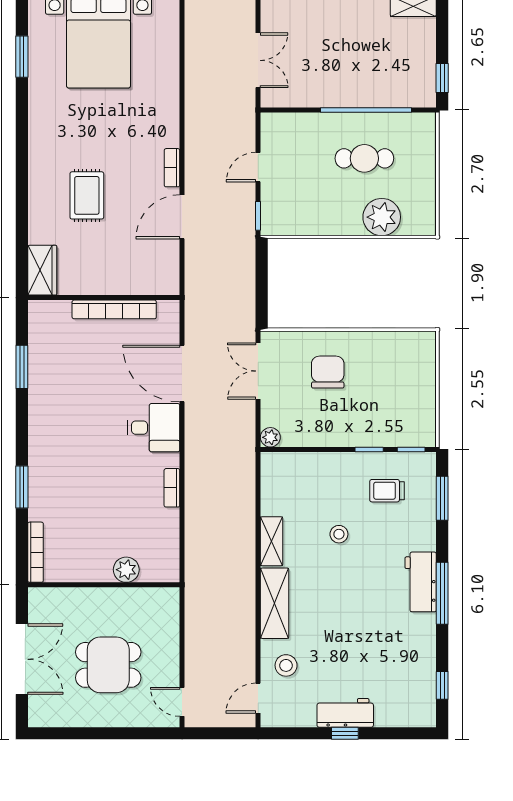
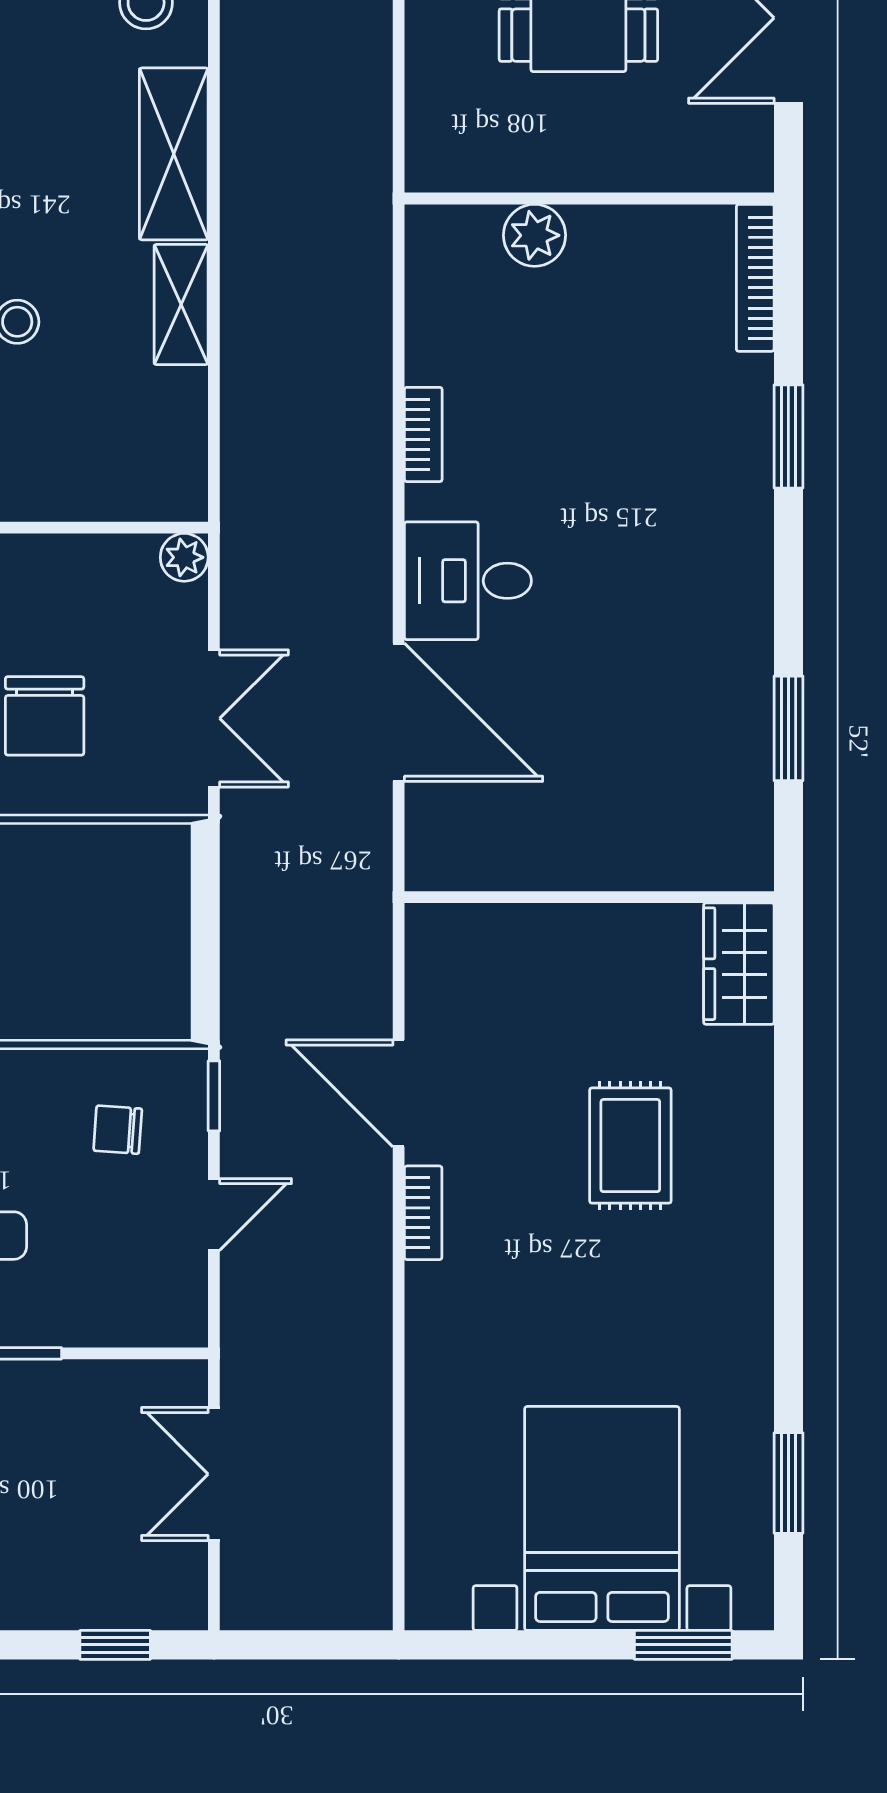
chair: (298, 202) -> (118, 1130), added
door: (182, 217) -> (399, 1093), swing flipped
bookcase: (114, 309) -> (564, 868), removed

